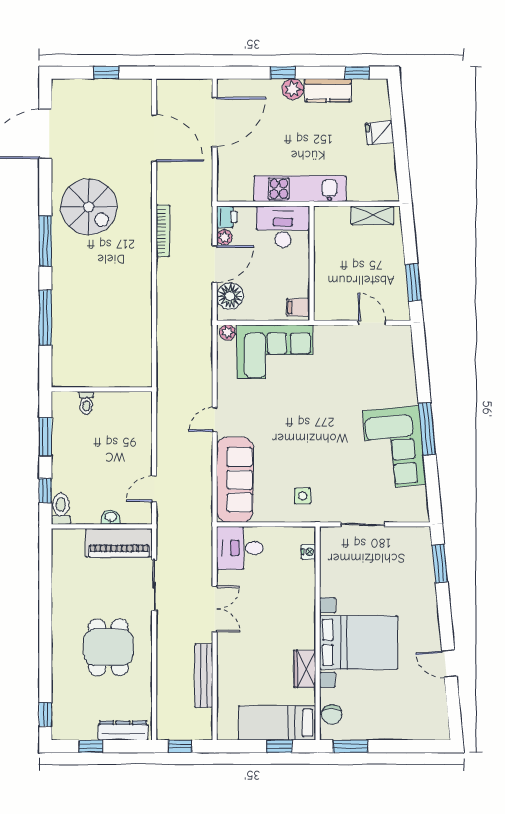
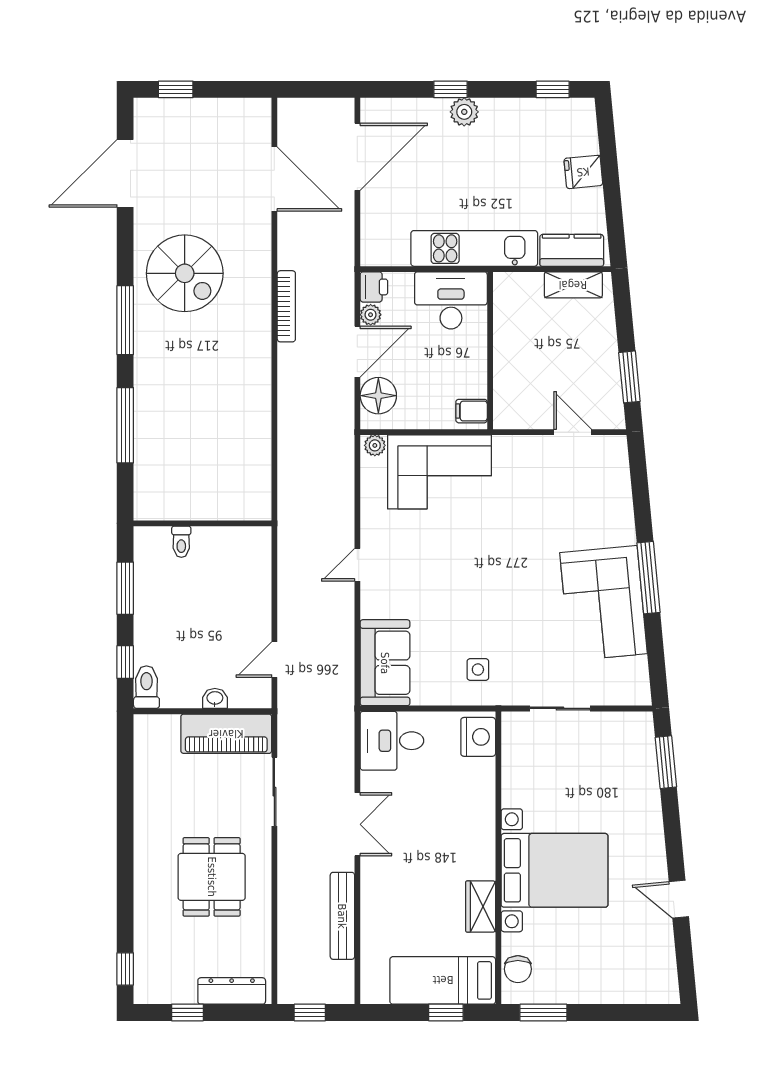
window: (106, 73) -> (176, 89), moved
kitchen counter: (328, 90) -> (572, 250), moved, turned 180
sofa: (235, 480) -> (385, 663), width x0.73
nightstand: (308, 552) -> (478, 737), width x1.89, depth x1.79

